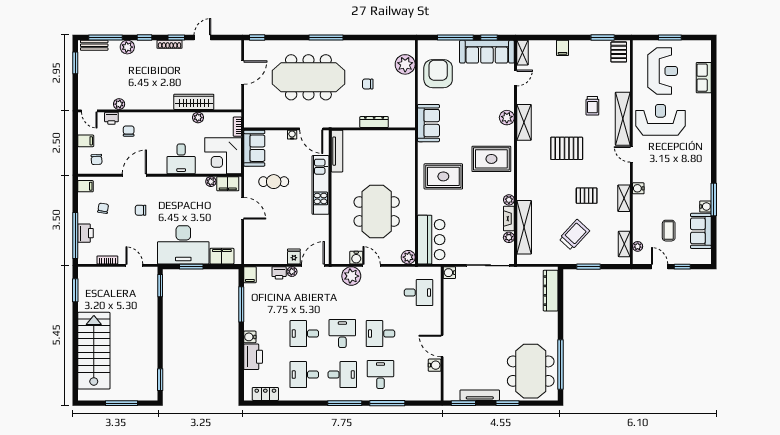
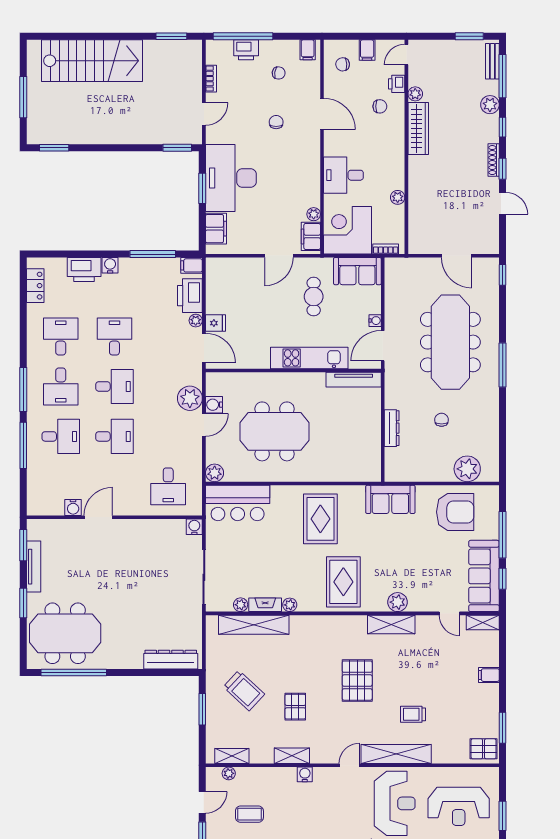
wardrobe: (194, 102) -> (418, 129), moved
printer: (279, 273) -> (190, 296), width x1.87, depth x1.48
desk: (380, 334) -> (114, 436), turned 90

